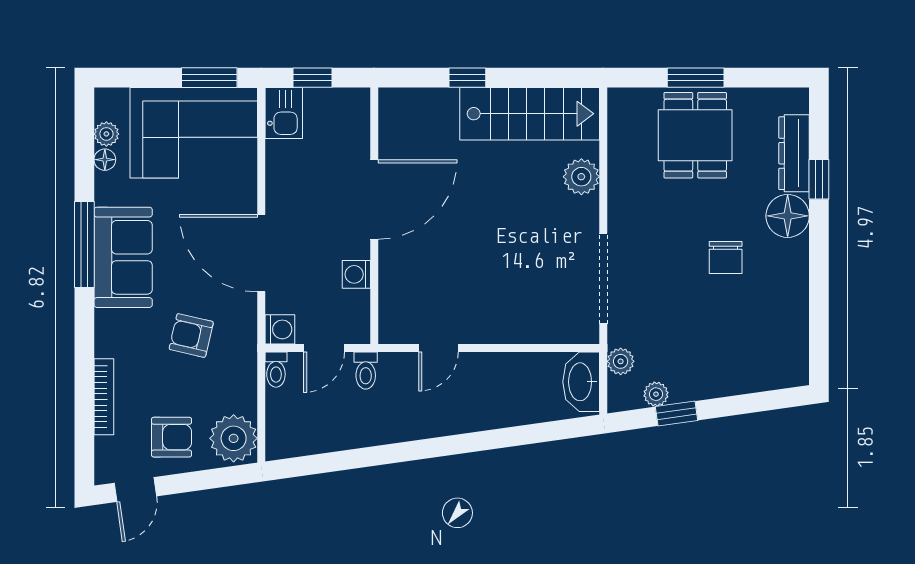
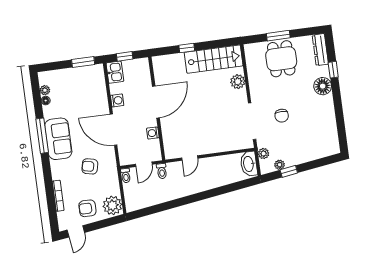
corner sofa: (194, 133) -> (80, 85), removed
dresser: (794, 153) -> (320, 50), moved
chair: (726, 257) -> (282, 116), moved
washing machine: (280, 329) -> (117, 100), moved
armchair: (171, 437) -> (87, 208), turned 180

